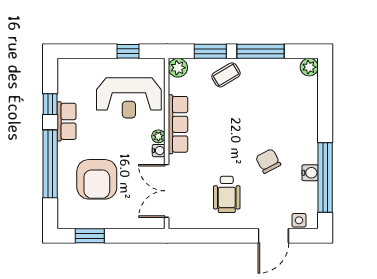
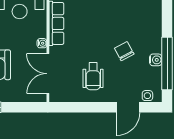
plant: (158, 136) -> (42, 32), removed

